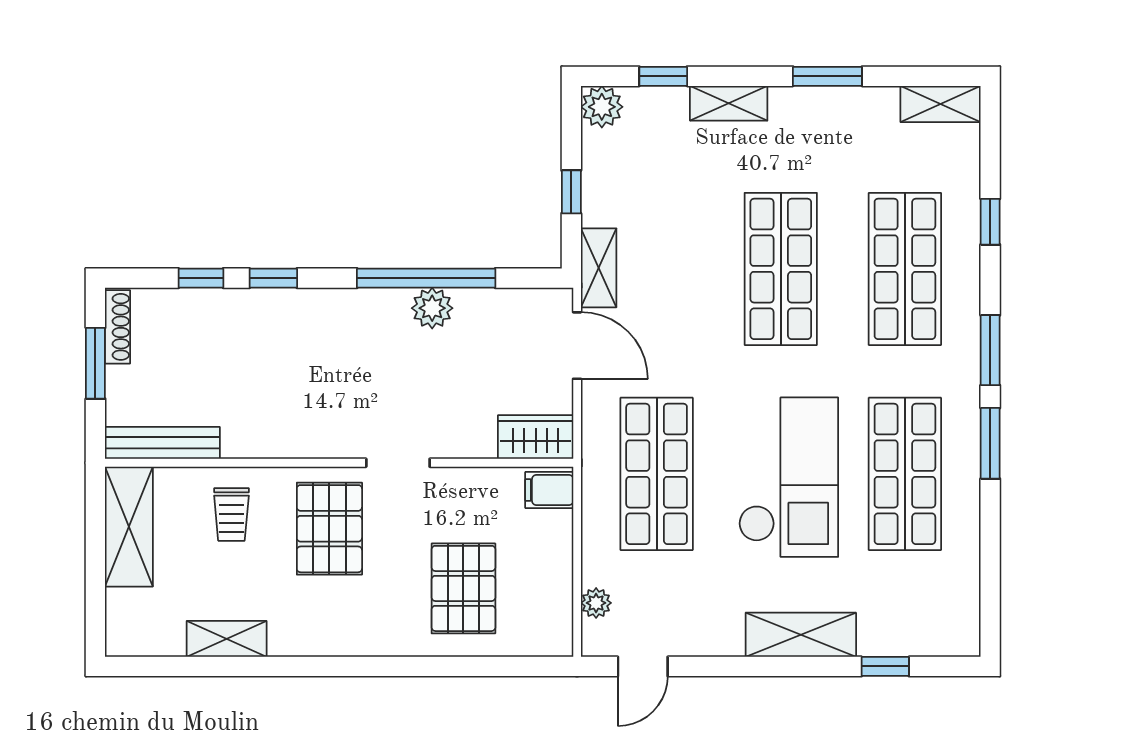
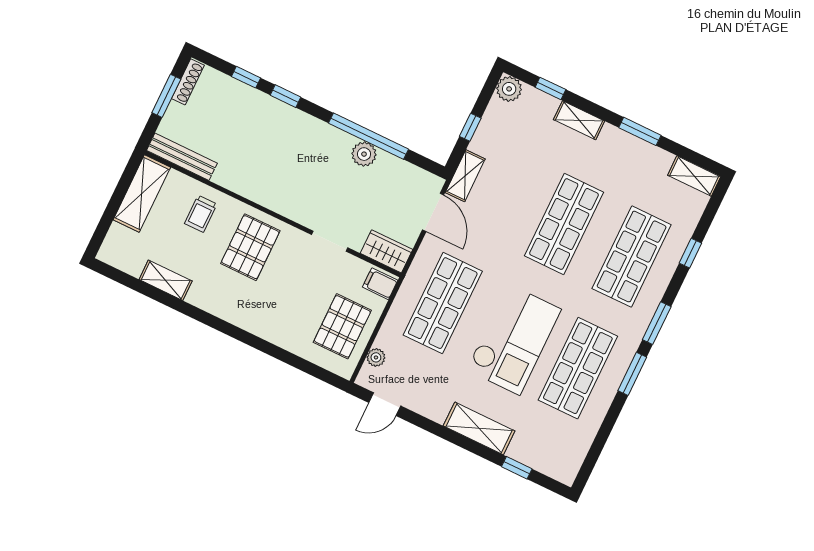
doorway: (398, 463) -> (330, 241), moved
pallet: (463, 588) -> (342, 326), moved

